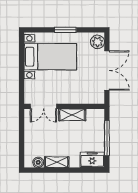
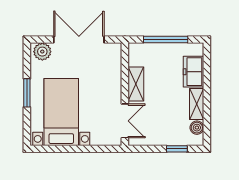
window: (22, 147) -> (177, 149), added
freezer: (92, 160) -> (194, 72), moved

